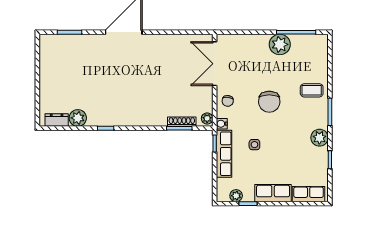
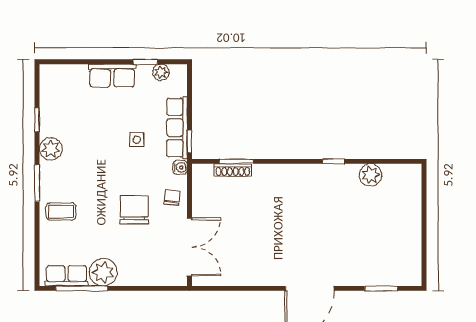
chair: (269, 102) -> (134, 210), moved
plant: (207, 118) -> (199, 174), removed
dresser: (57, 120) -> (398, 172), removed
row of seats: (309, 194) -> (66, 276), moved, turned 180

